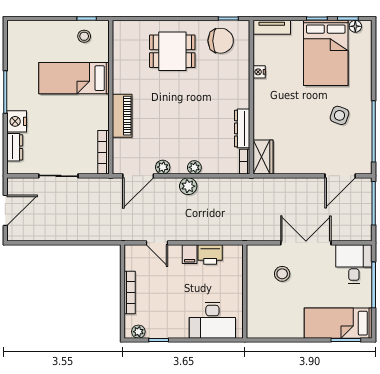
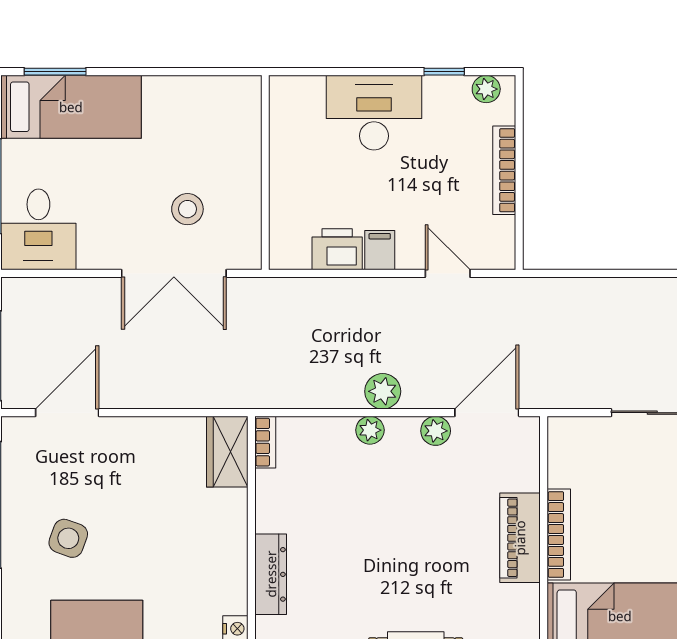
dresser: (242, 128) -> (271, 574), moved
bookcase: (103, 152) -> (559, 534), moved
double door: (306, 243) -> (174, 273), moved
desk: (212, 320) -> (374, 113), moved

